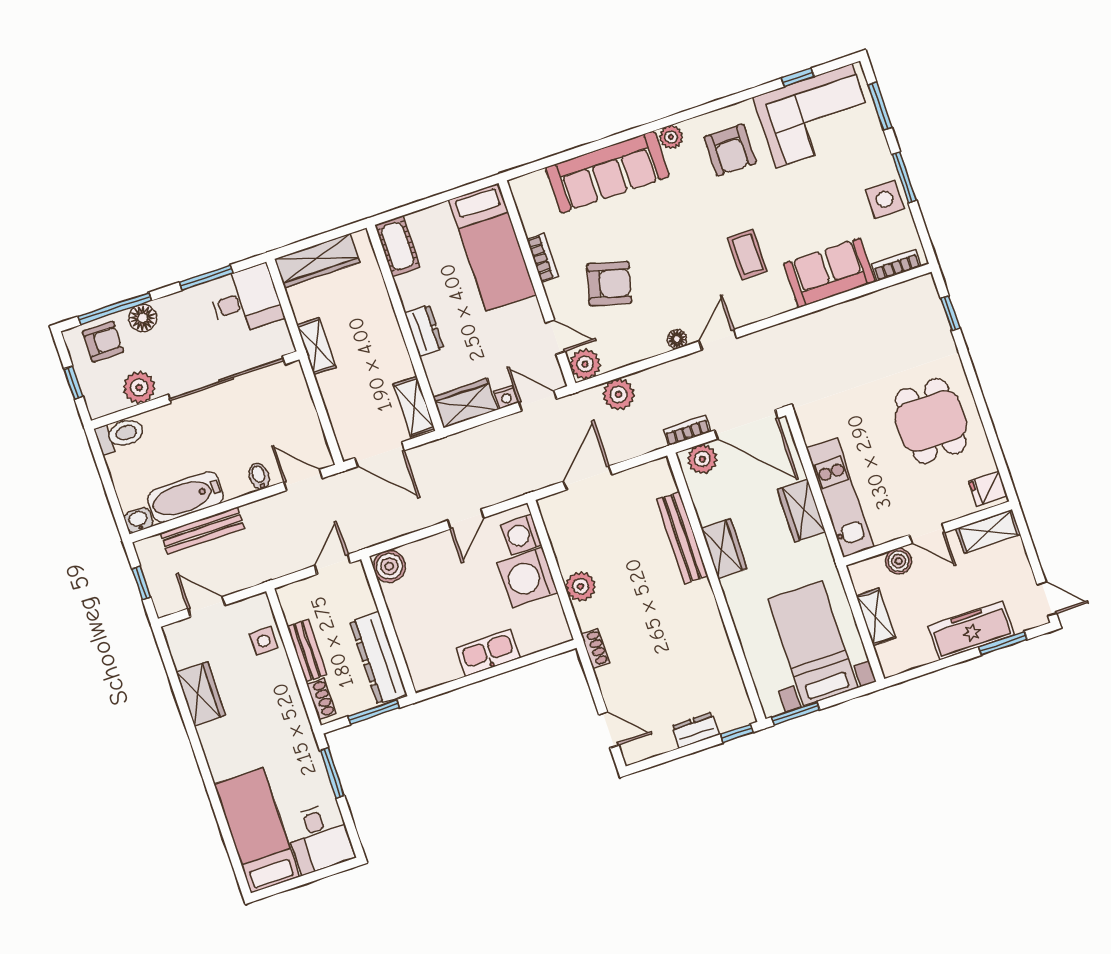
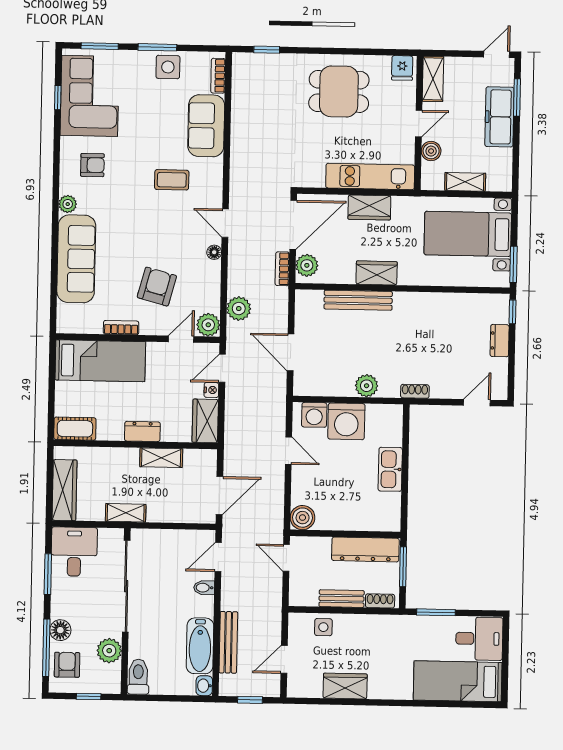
armchair: (730, 150) -> (92, 165), width x0.72, depth x0.72
shelving: (414, 406) -> (161, 458), moved

